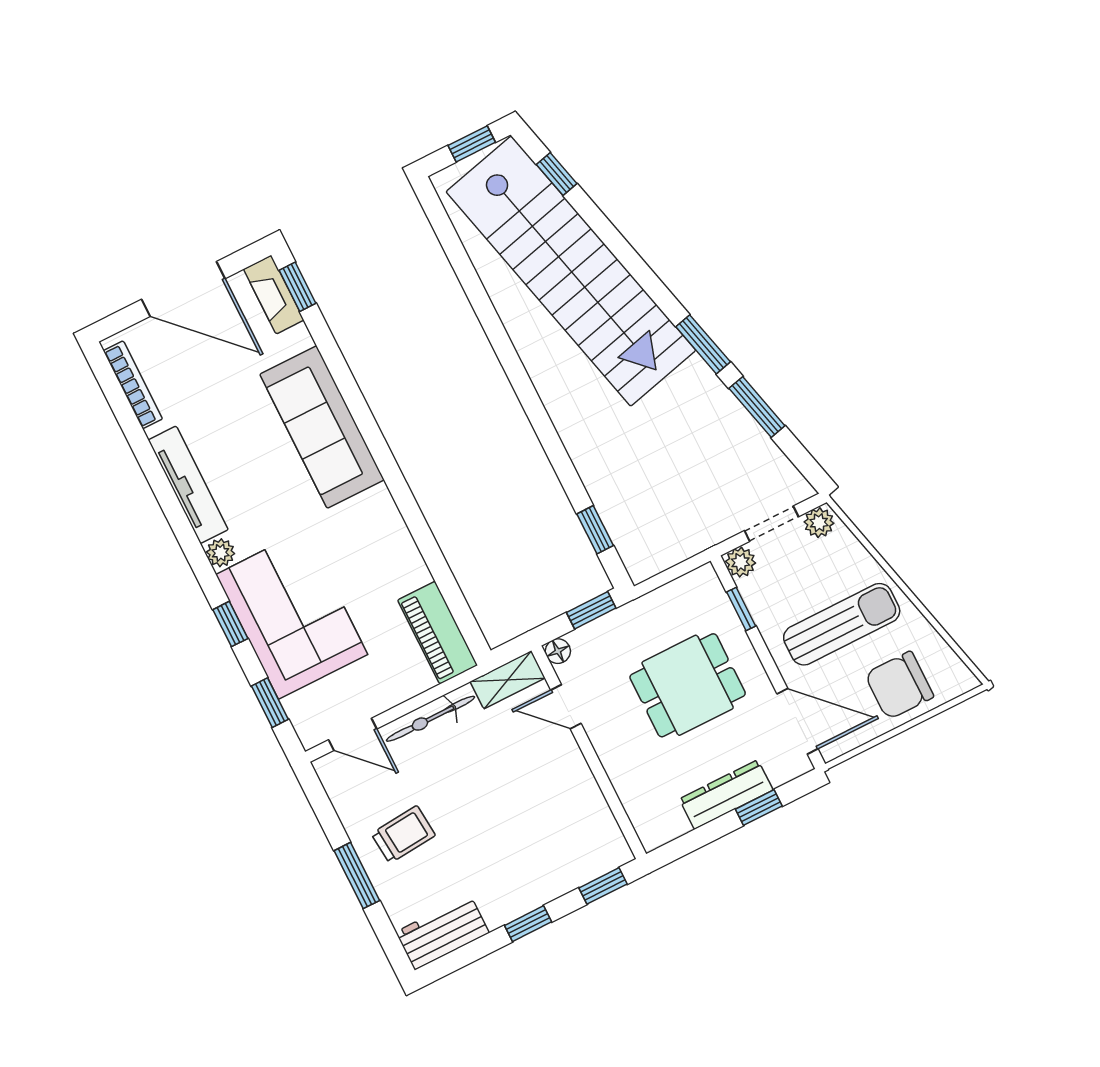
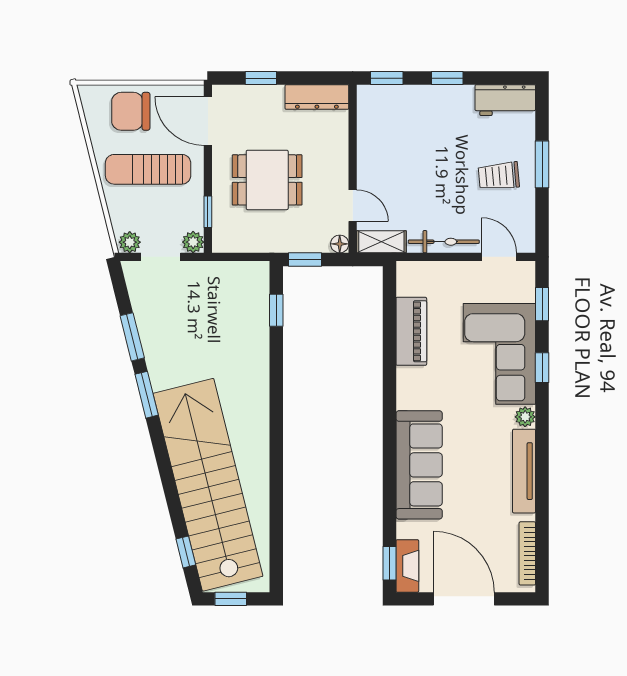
piano: (438, 633) -> (411, 331), moved
chair: (899, 685) -> (131, 111), turned 180
dresser: (726, 795) -> (317, 97), moved

